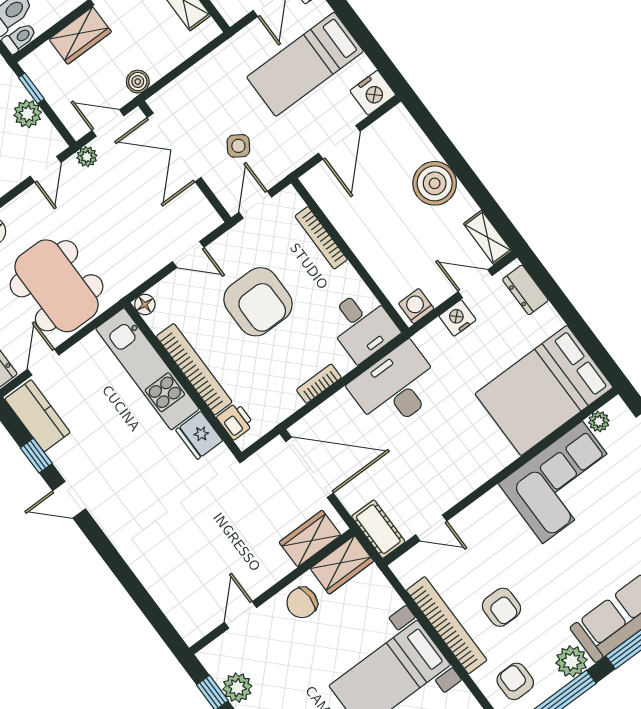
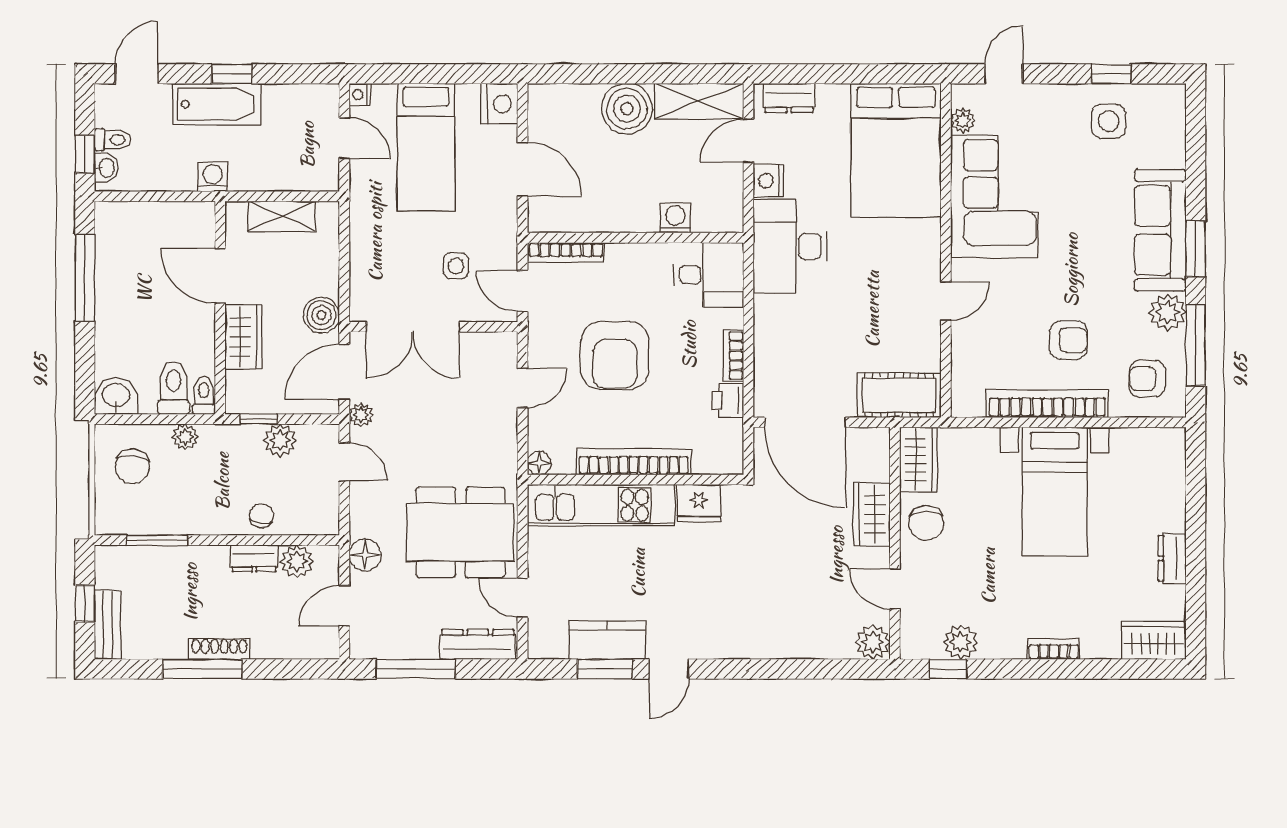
boiler: (138, 82) -> (321, 315), width x1.36, depth x1.36
door: (108, 123) -> (344, 372), width x1.38
side table: (238, 146) -> (456, 266), turned -32
shelving: (488, 237) -> (699, 101), width x1.50, depth x1.33
bookcase: (321, 238) -> (566, 252), moved
armchair: (258, 302) -> (615, 356), turned 90
washing machine: (416, 306) -> (675, 218), moved, turned 90
desk: (396, 387) -> (790, 246), moved
kitchen counter: (38, 416) -> (607, 640), moved
printer: (235, 421) -> (728, 401), moved, turned -90
window: (36, 456) -> (605, 669), width x1.50
door: (309, 467) -> (805, 422), swing flipped
door: (431, 528) -> (946, 301), moved
cot: (378, 529) -> (899, 395), width x1.37, depth x1.34
wardrobe: (310, 539) -> (872, 514), moved
plant: (192, 627) -> (873, 642), added

